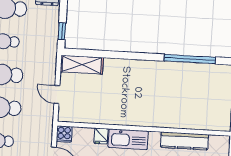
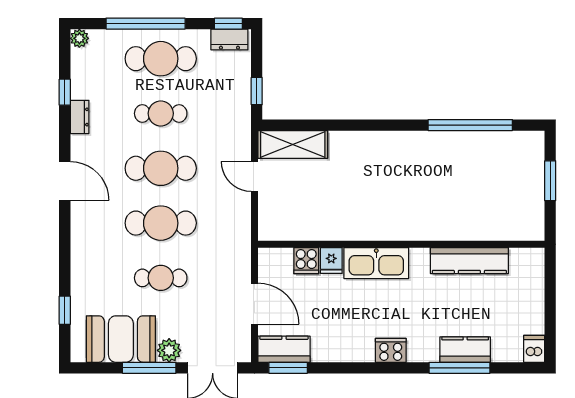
door: (57, 95) -> (255, 176), moved
cooker: (64, 134) -> (306, 261), moved

